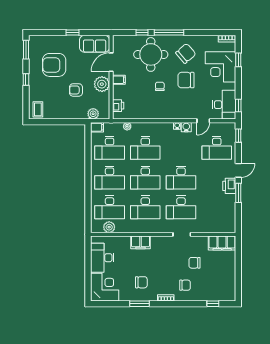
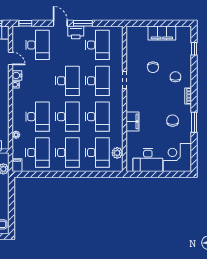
desk: (217, 207) -> (97, 45), added
filing cabinet: (222, 243) -> (162, 33), moved, turned 90

